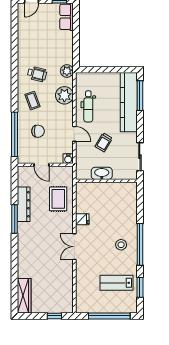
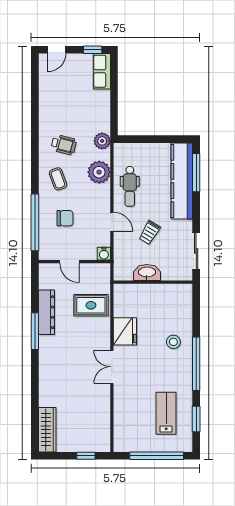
rug: (58, 199) -> (91, 305), turned 90
fridge: (82, 219) -> (125, 331), width x1.88, depth x1.34
stool: (121, 245) -> (173, 342), moved
lab bench: (117, 283) -> (166, 413), turned 90

